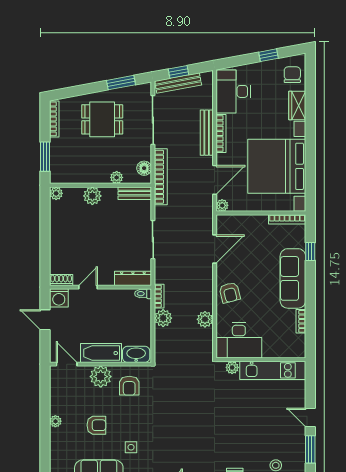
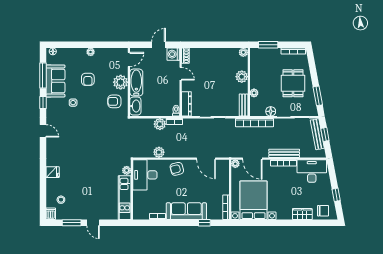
bed with nightstands: (277, 166) -> (253, 200), width x0.73
floor lamp: (144, 168) -> (271, 111), moved
door: (310, 417) -> (93, 223), swing flipped

